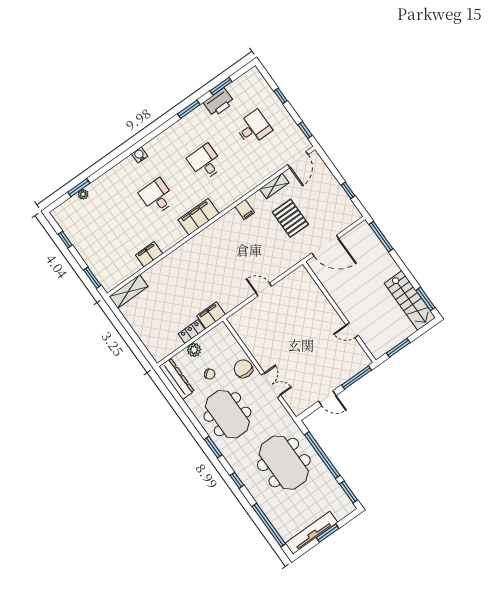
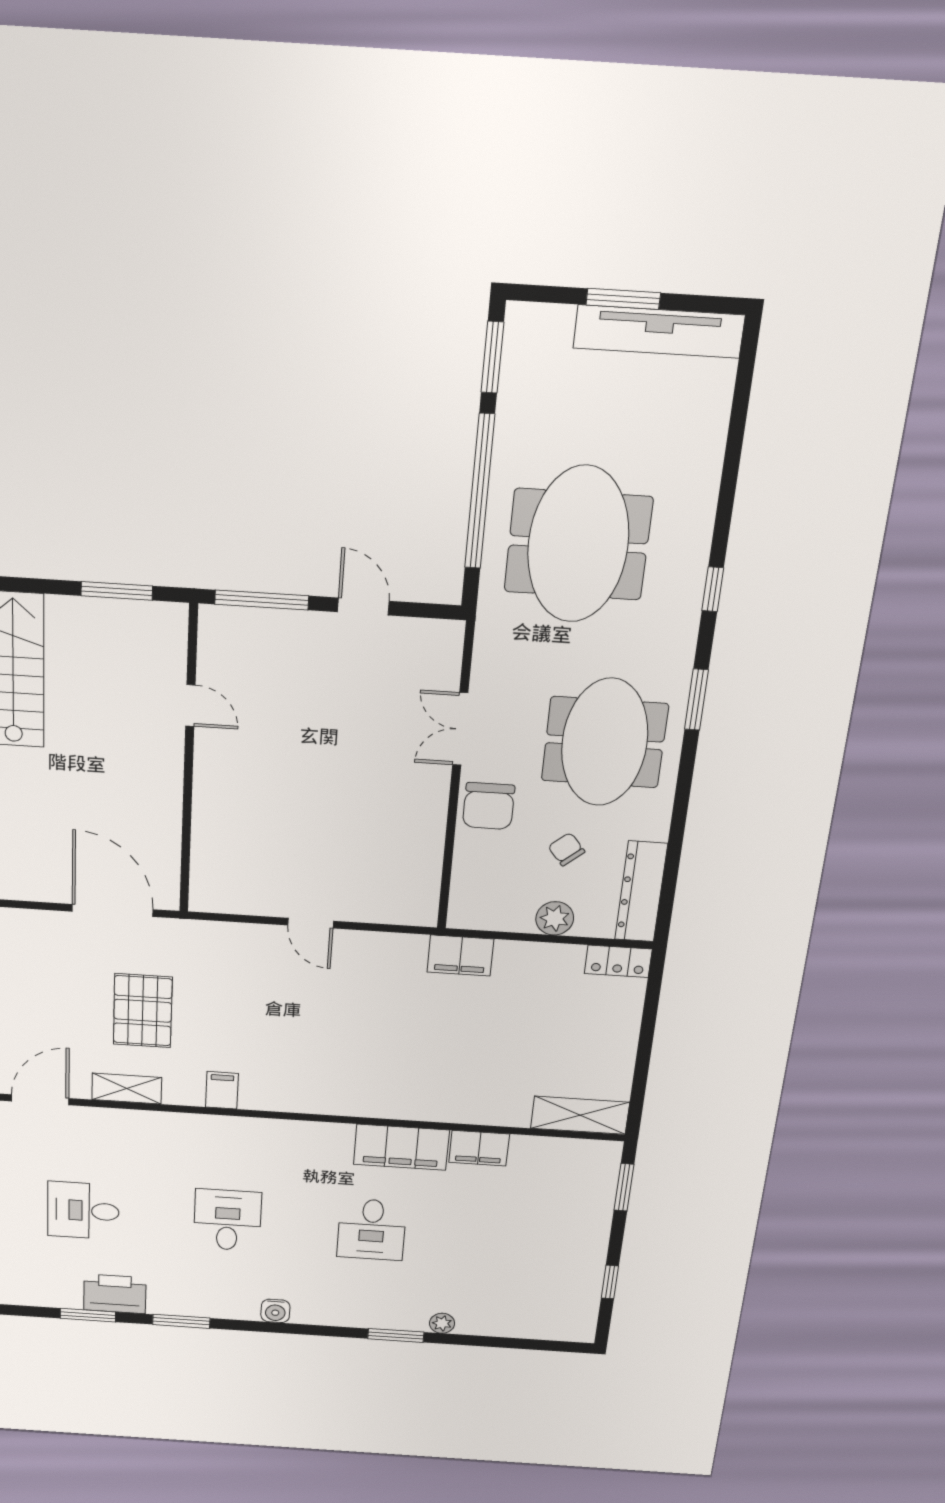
water cooler: (140, 155) -> (275, 1311), moved
desk: (205, 162) -> (227, 1220), turned 180
window: (79, 188) -> (396, 1335), moved
plant: (83, 194) -> (442, 1323), moved
filing cabinet: (199, 217) -> (401, 1147), moved
locker: (192, 331) -> (618, 961), moved
window: (269, 525) -> (736, 431), removed

